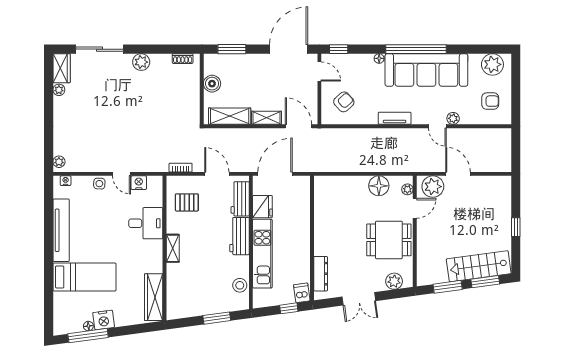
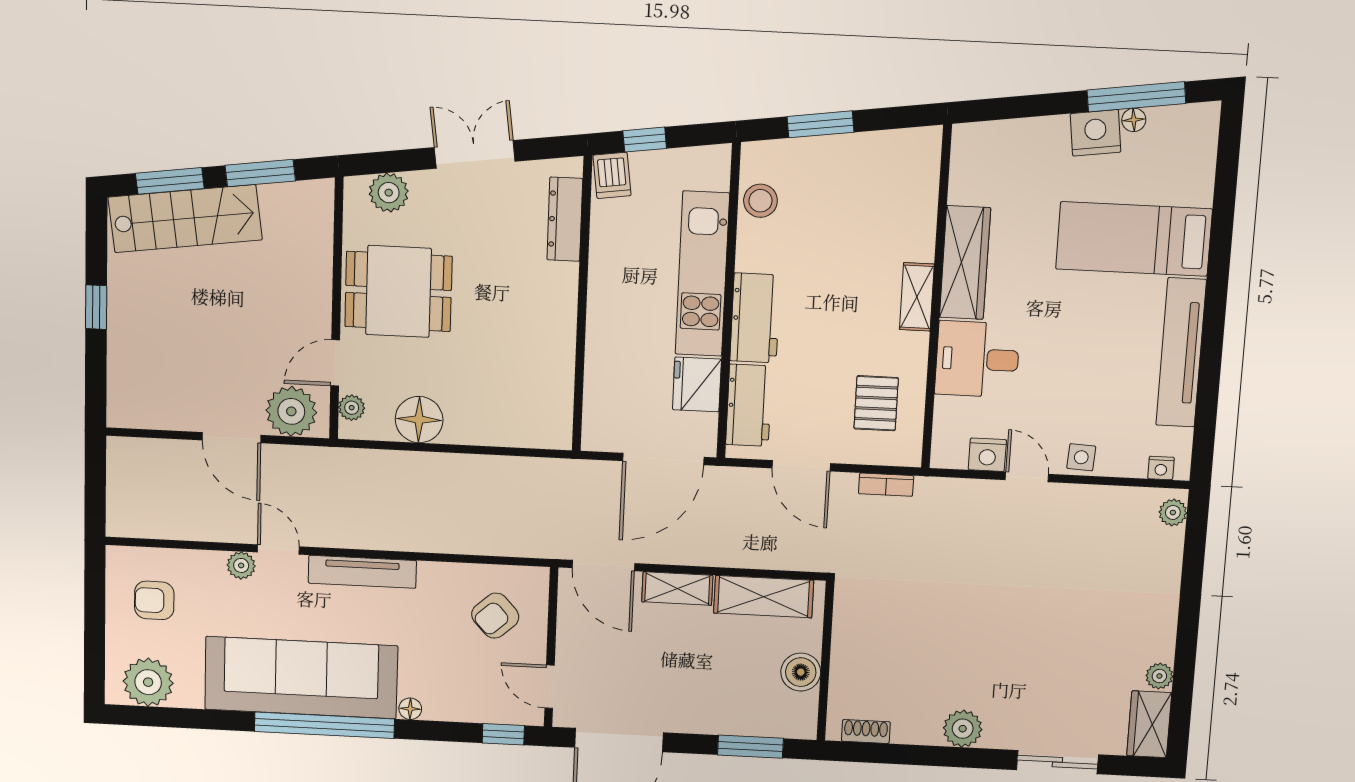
sliding door: (100, 49) -> (1057, 762), width x0.73
tv unit: (395, 118) -> (362, 572), width x1.41
pallet: (187, 202) -> (876, 403), turned 90
wardrobe: (154, 297) -> (965, 263), moved

